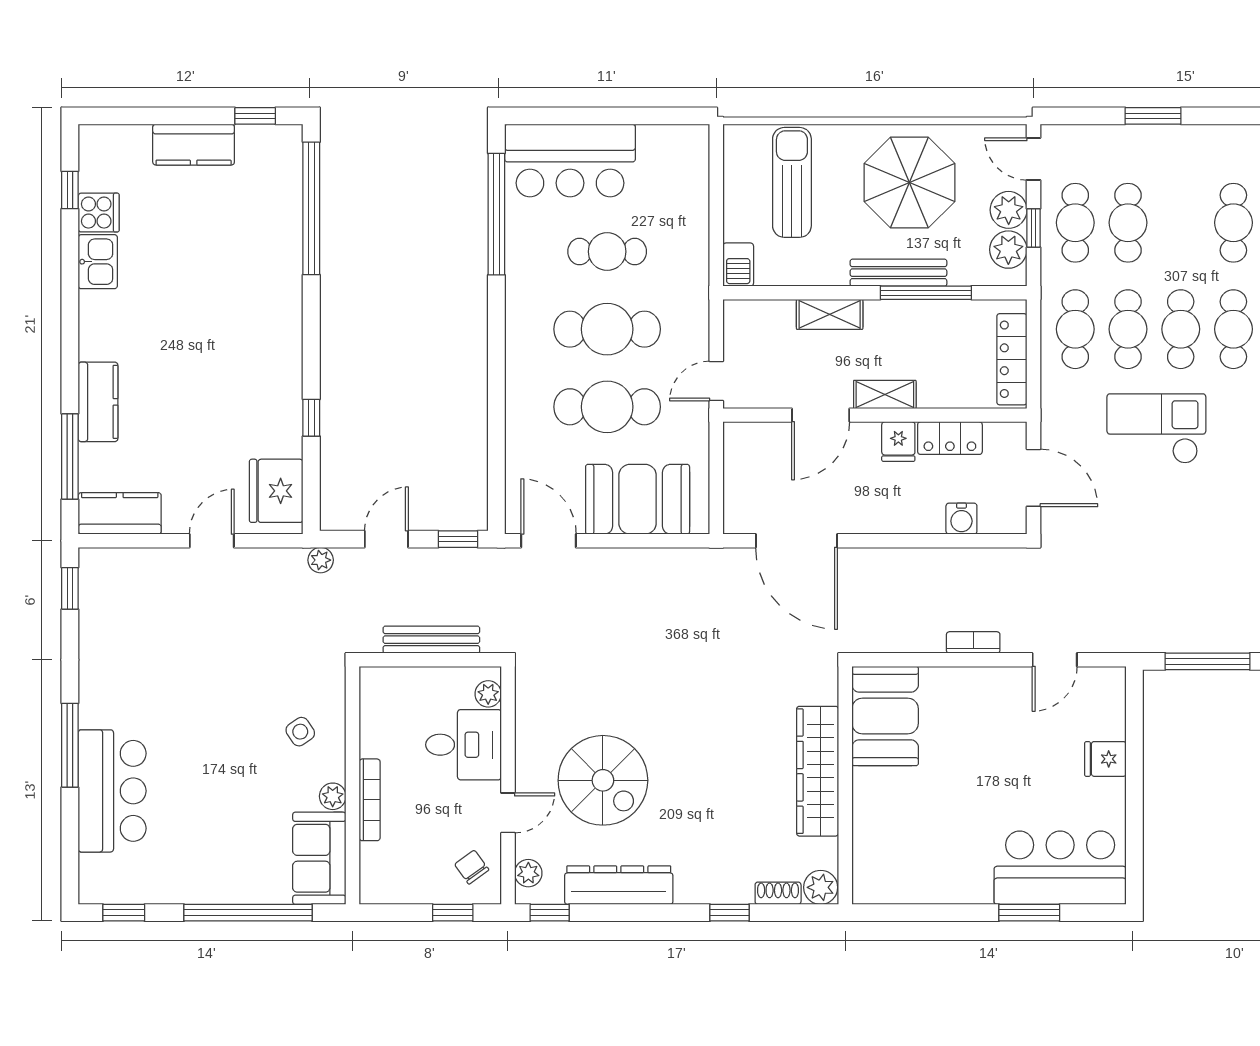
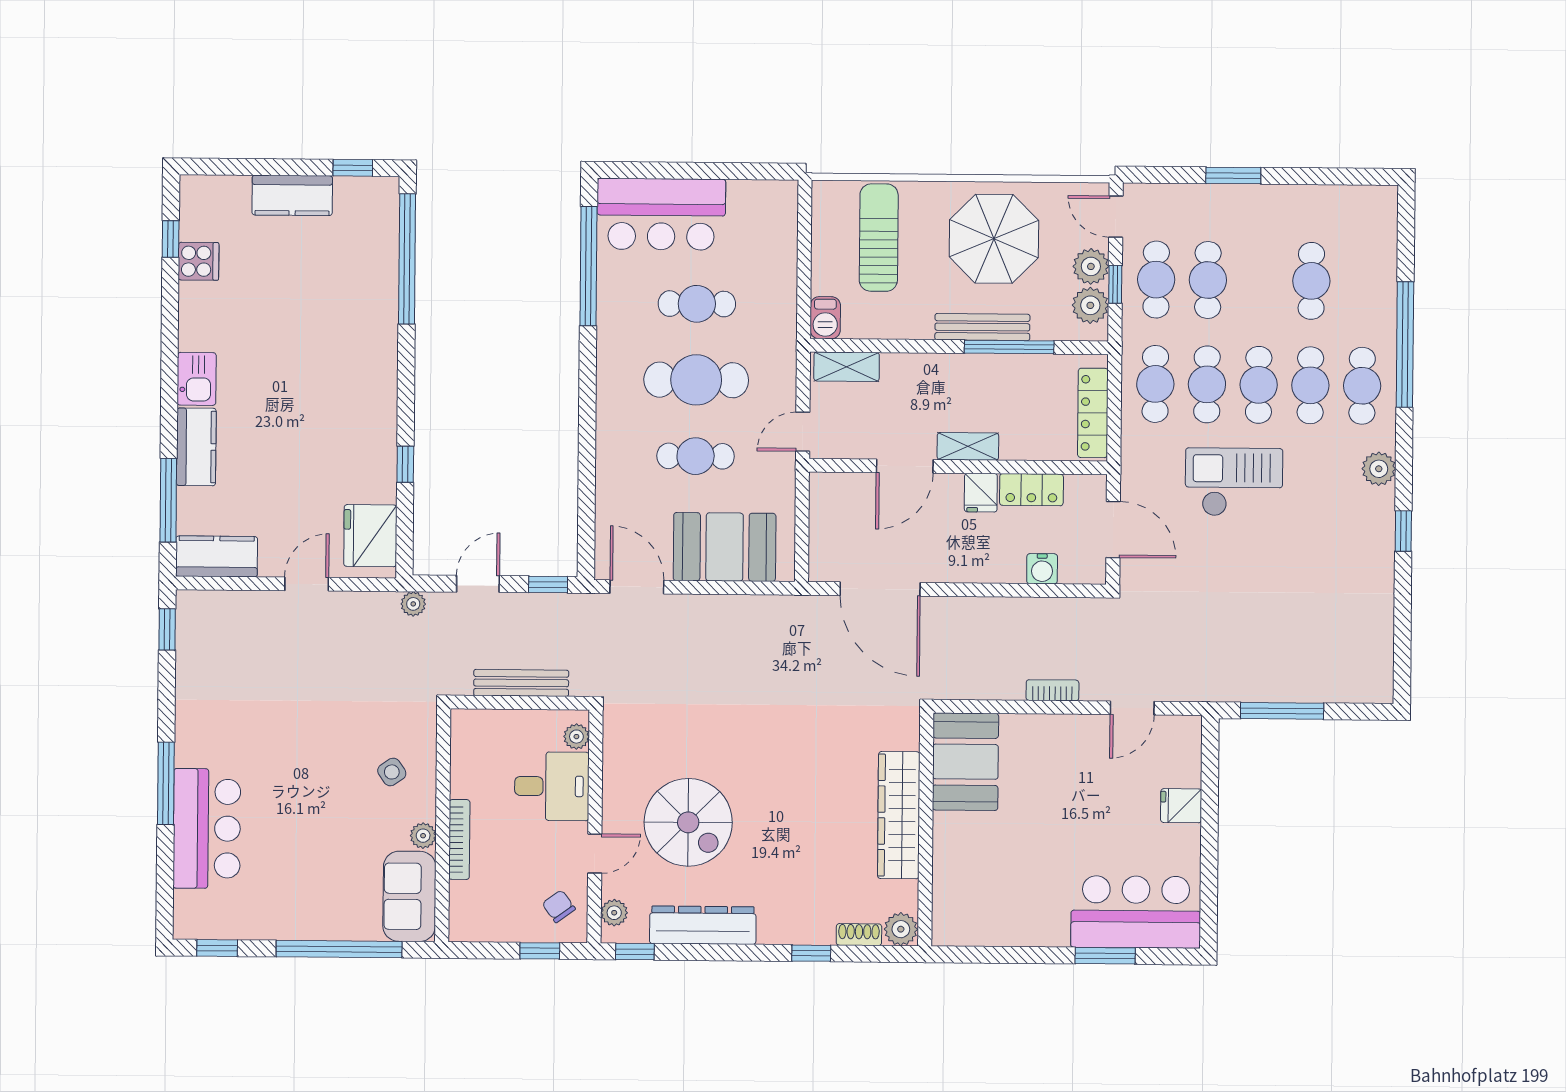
kitchen sink: (98, 262) -> (197, 379), moved
shelving: (830, 314) -> (847, 367), moved
cafe table: (607, 407) -> (696, 456), width x0.73, depth x0.74

